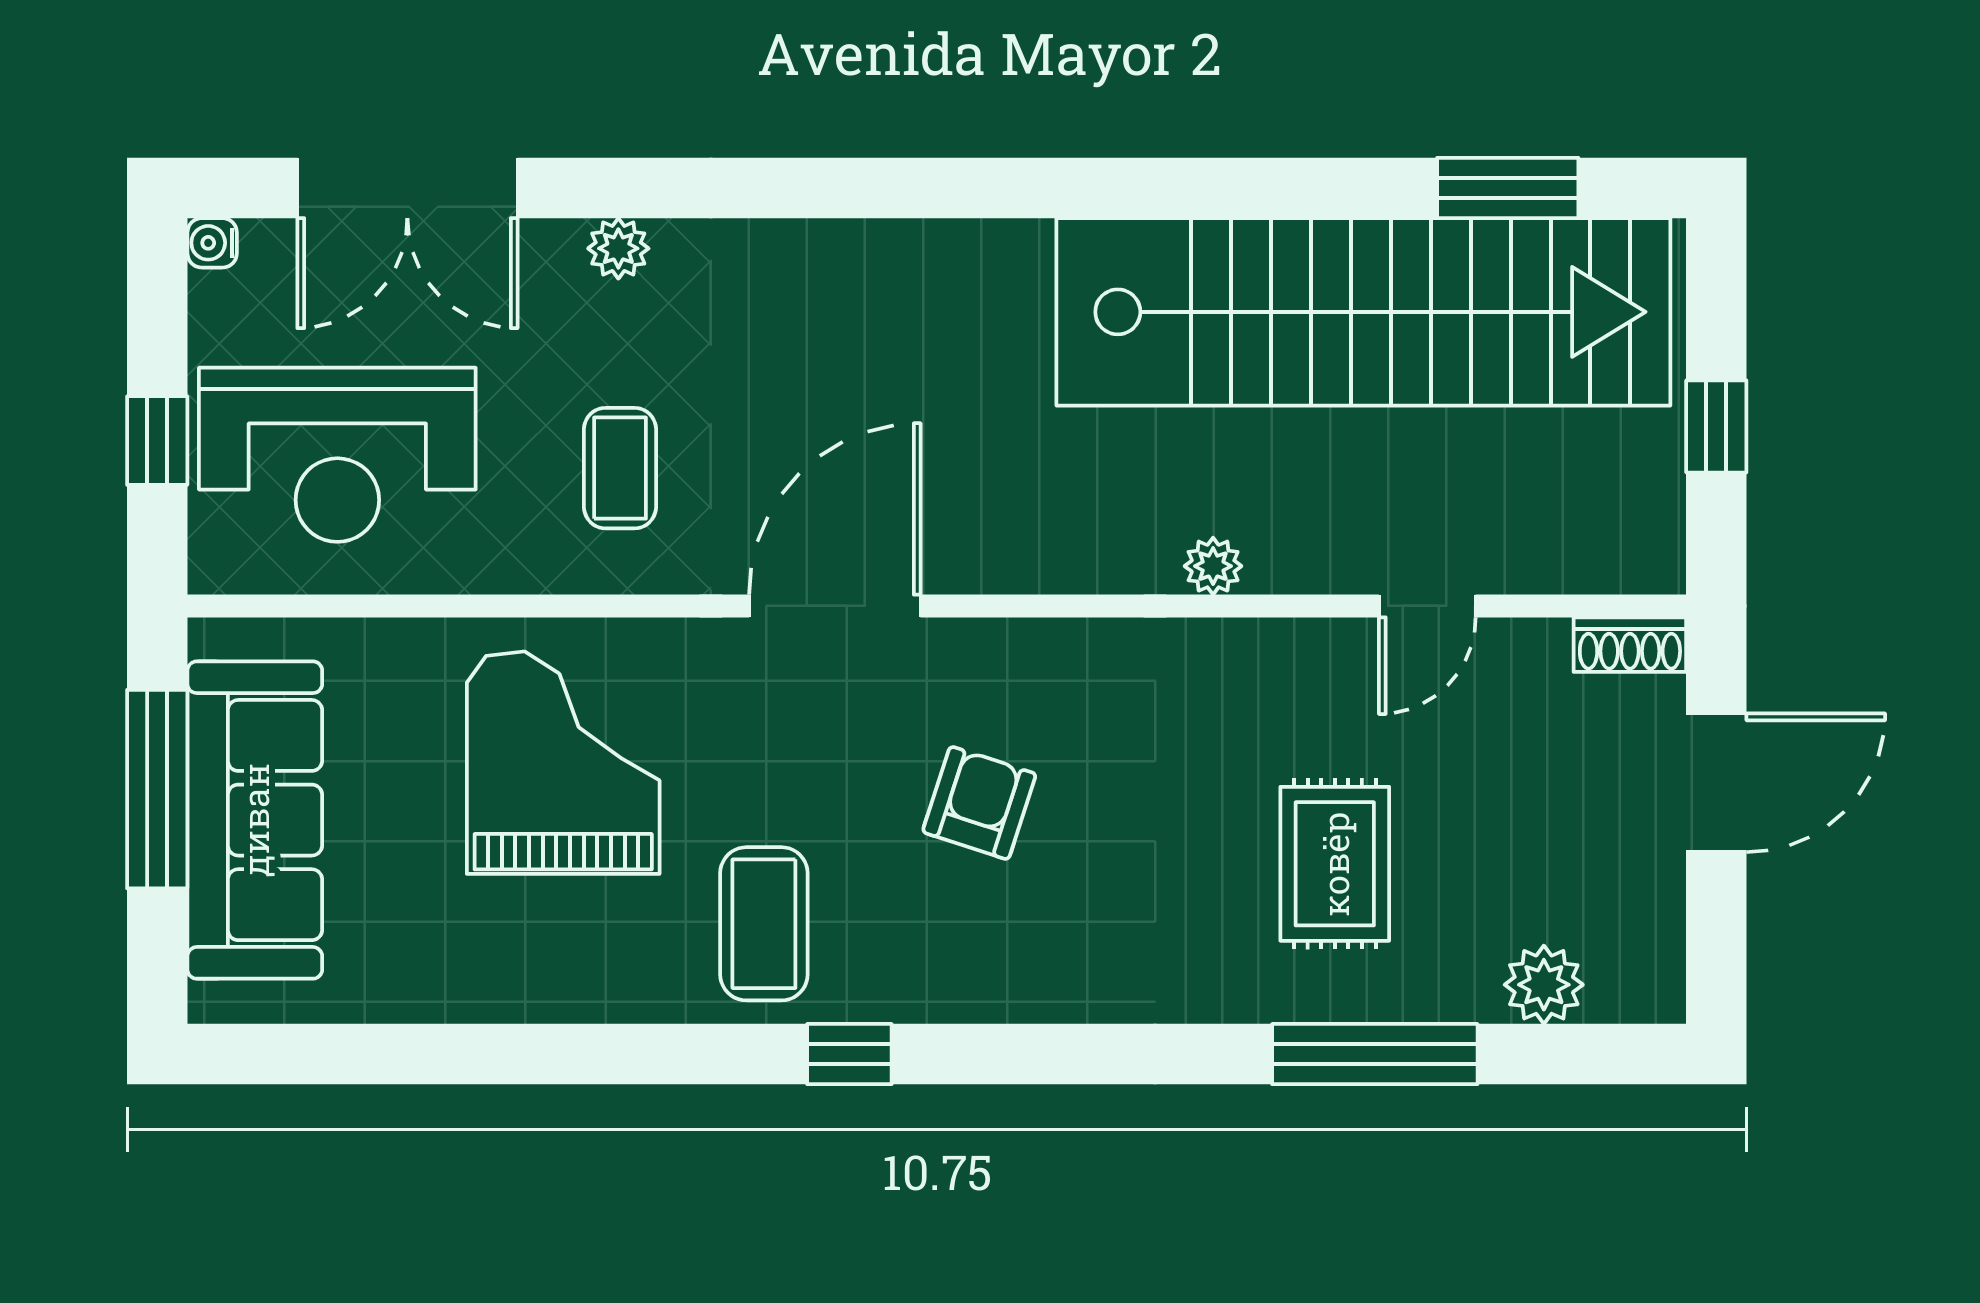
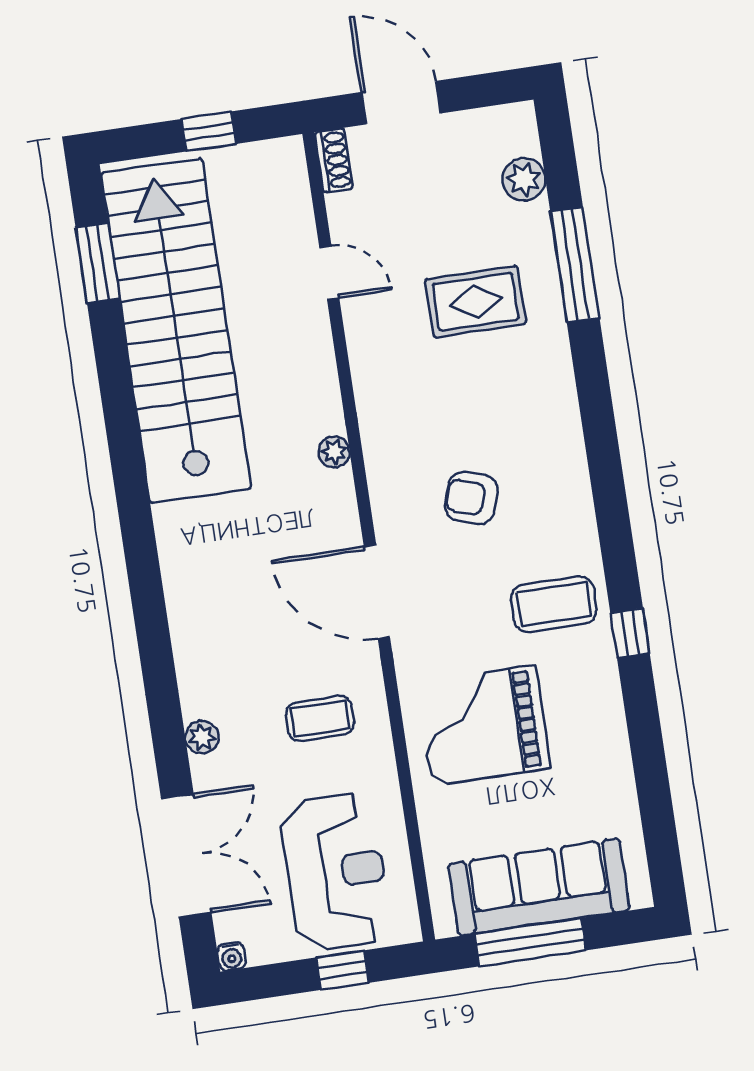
plant: (1213, 566) -> (334, 452), moved
window: (849, 1054) -> (630, 633), moved

